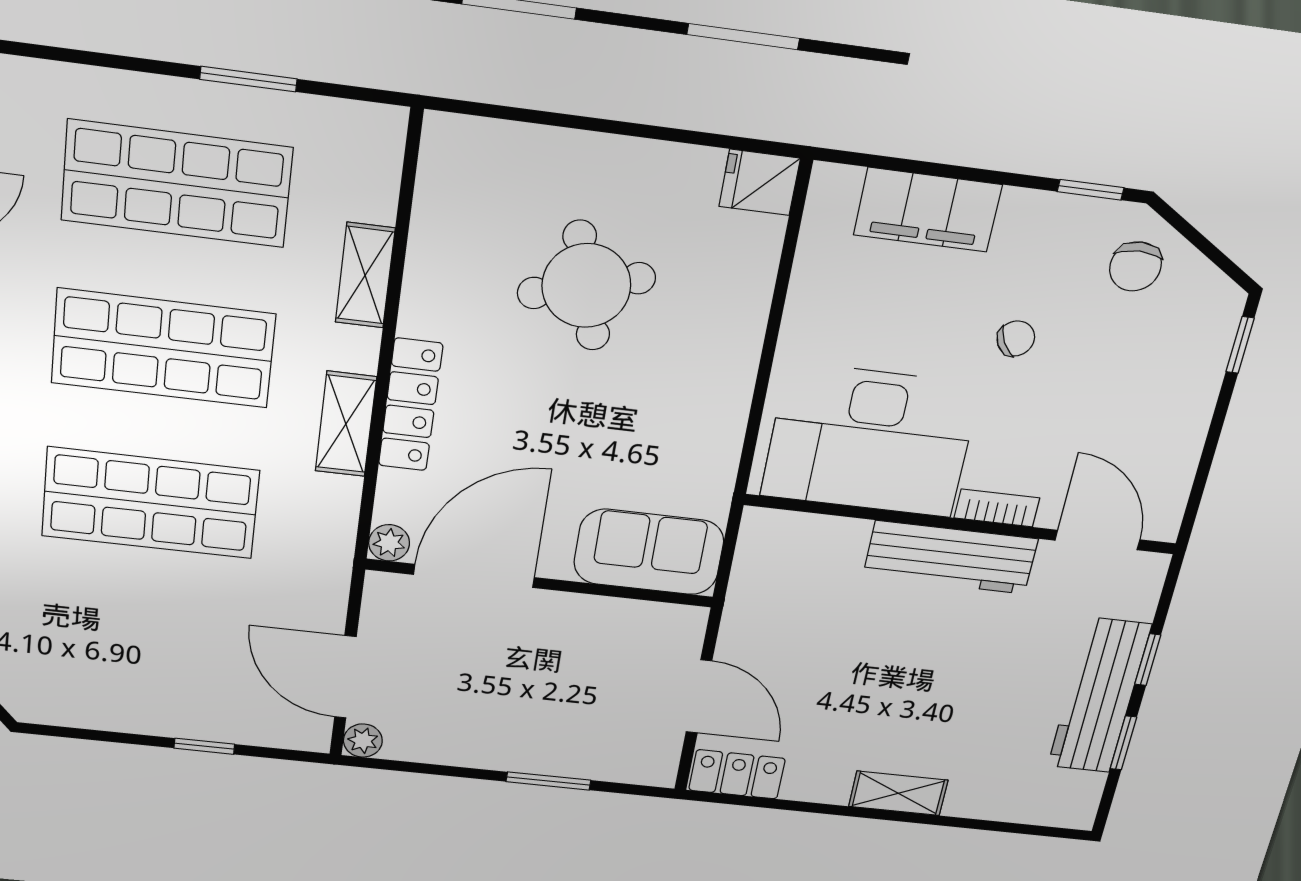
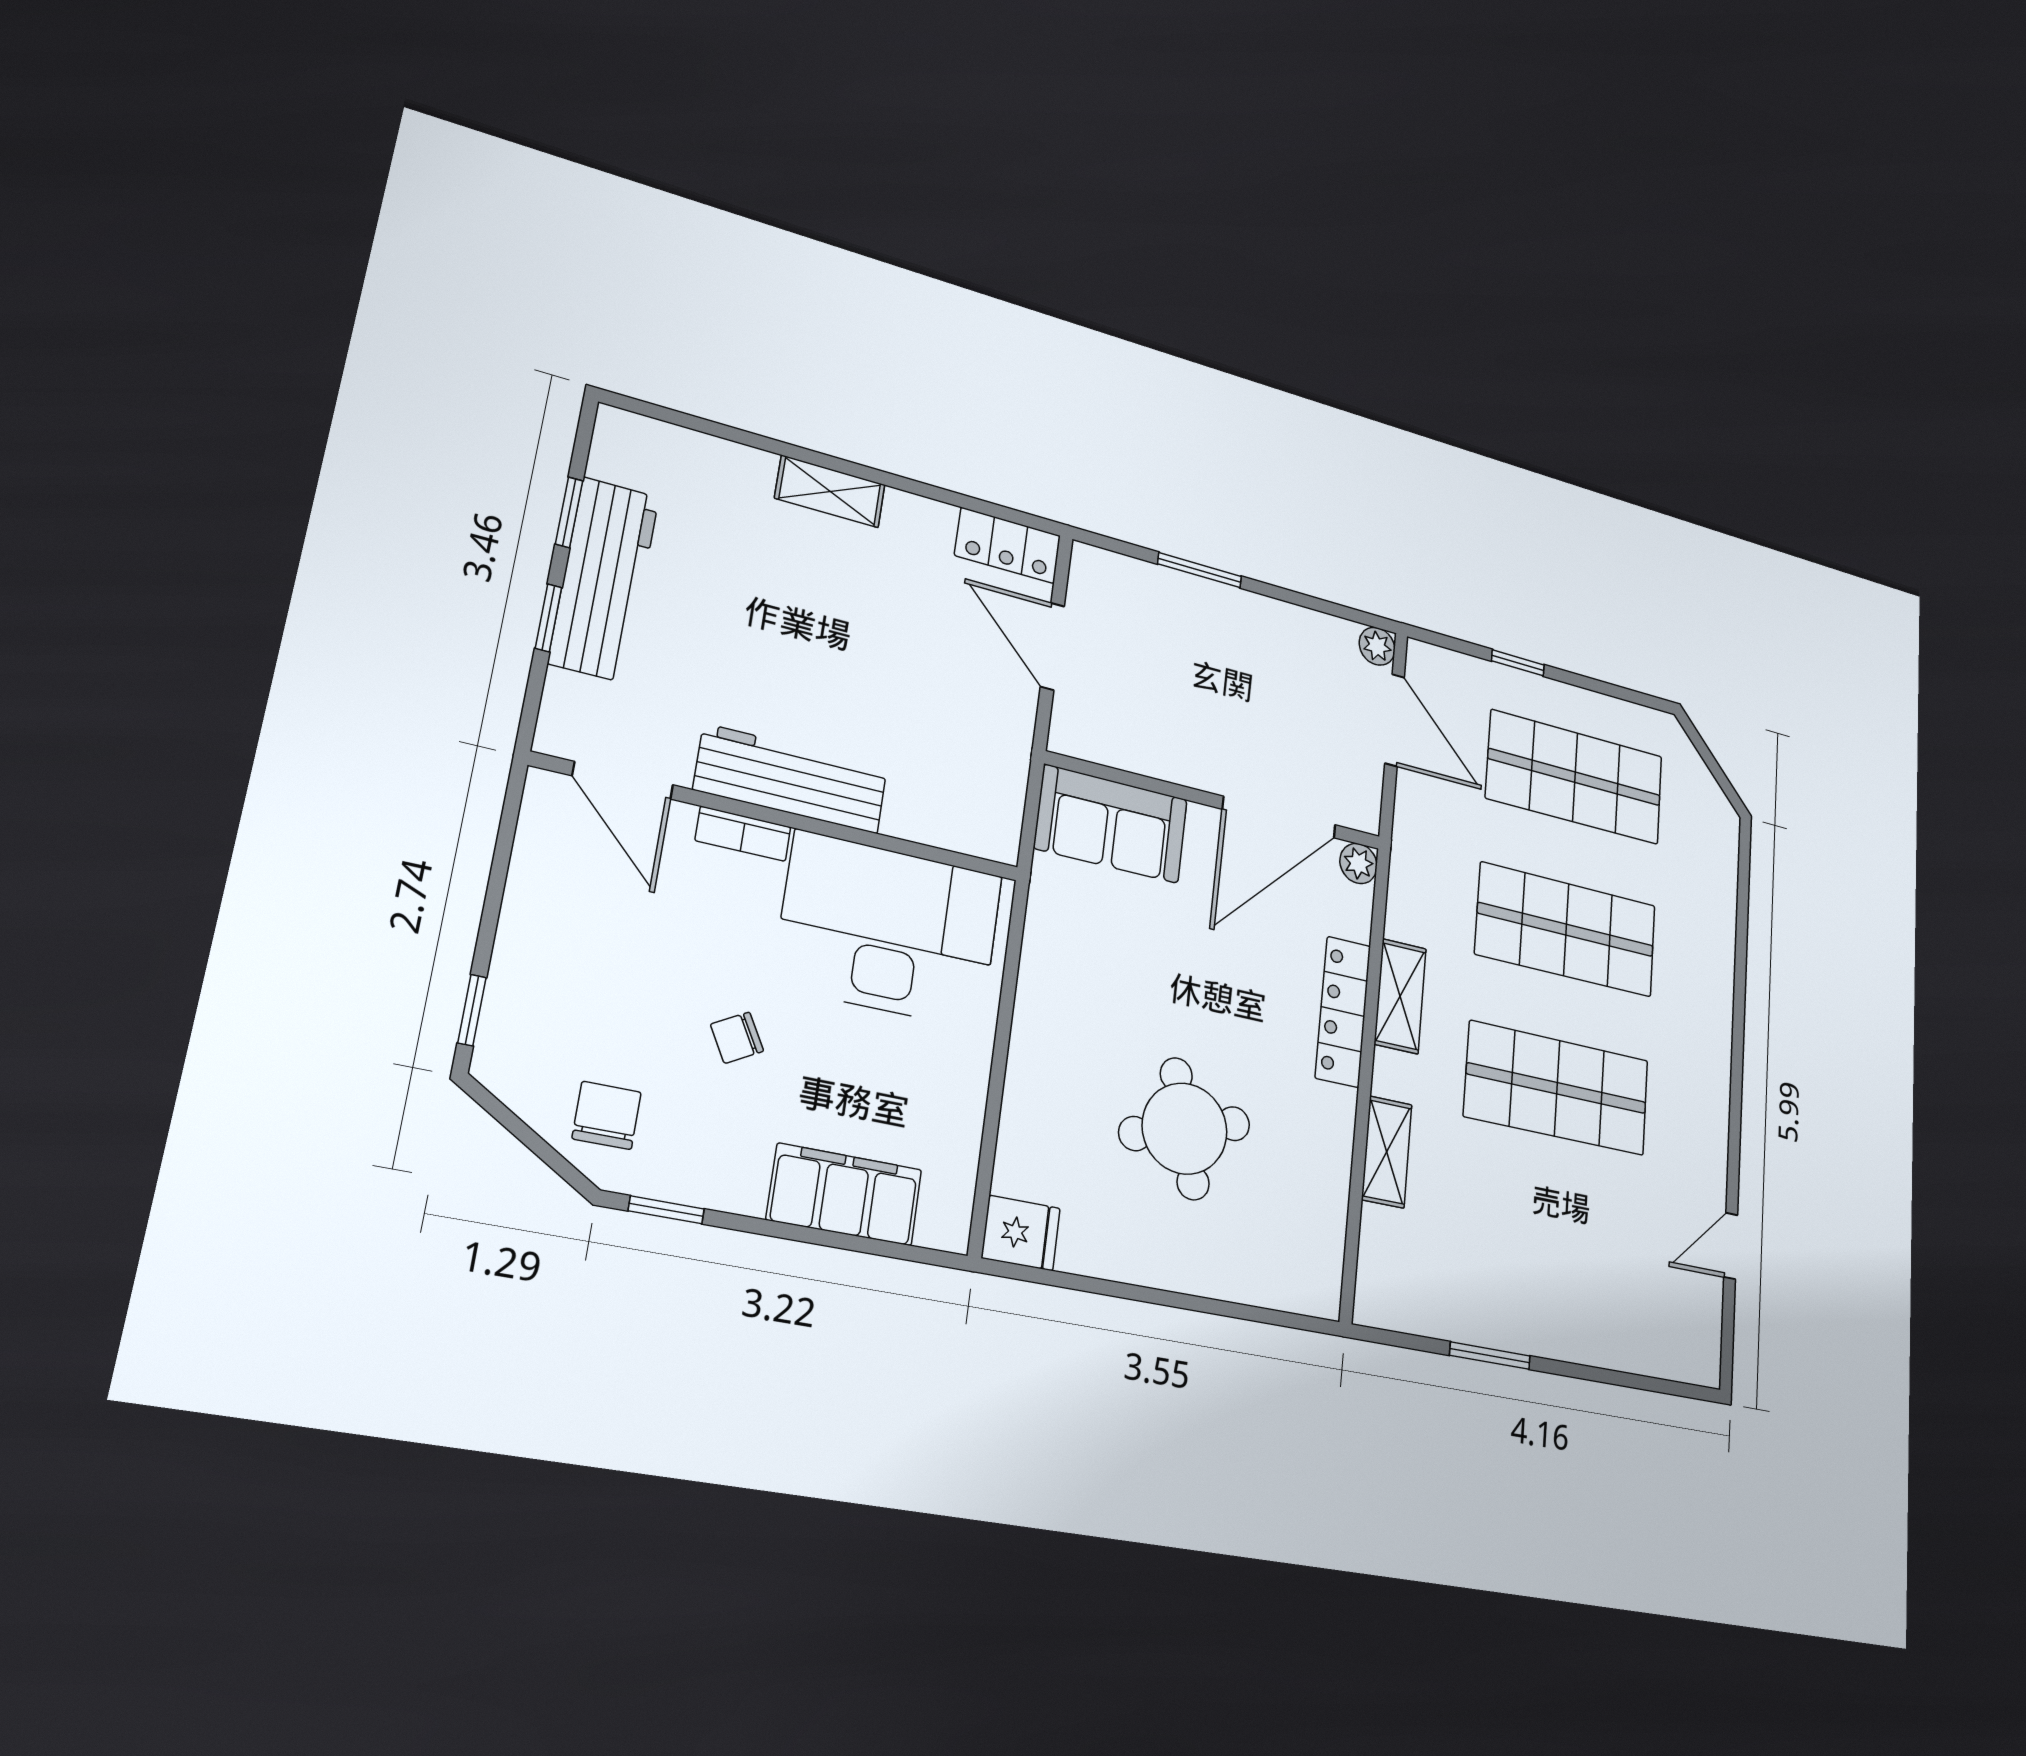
shop shelf: (177, 184) -> (1575, 777), moved

